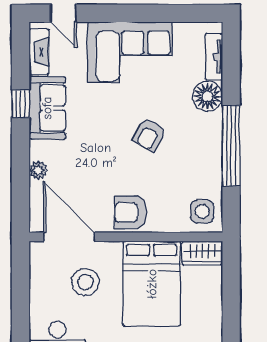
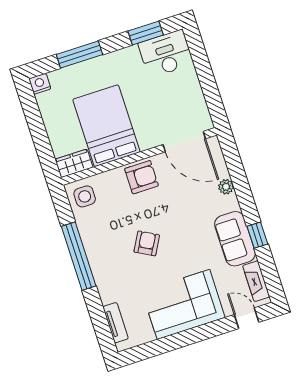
floor lamp: (208, 96) -> (110, 289), removed
stool: (85, 282) -> (159, 110), removed

